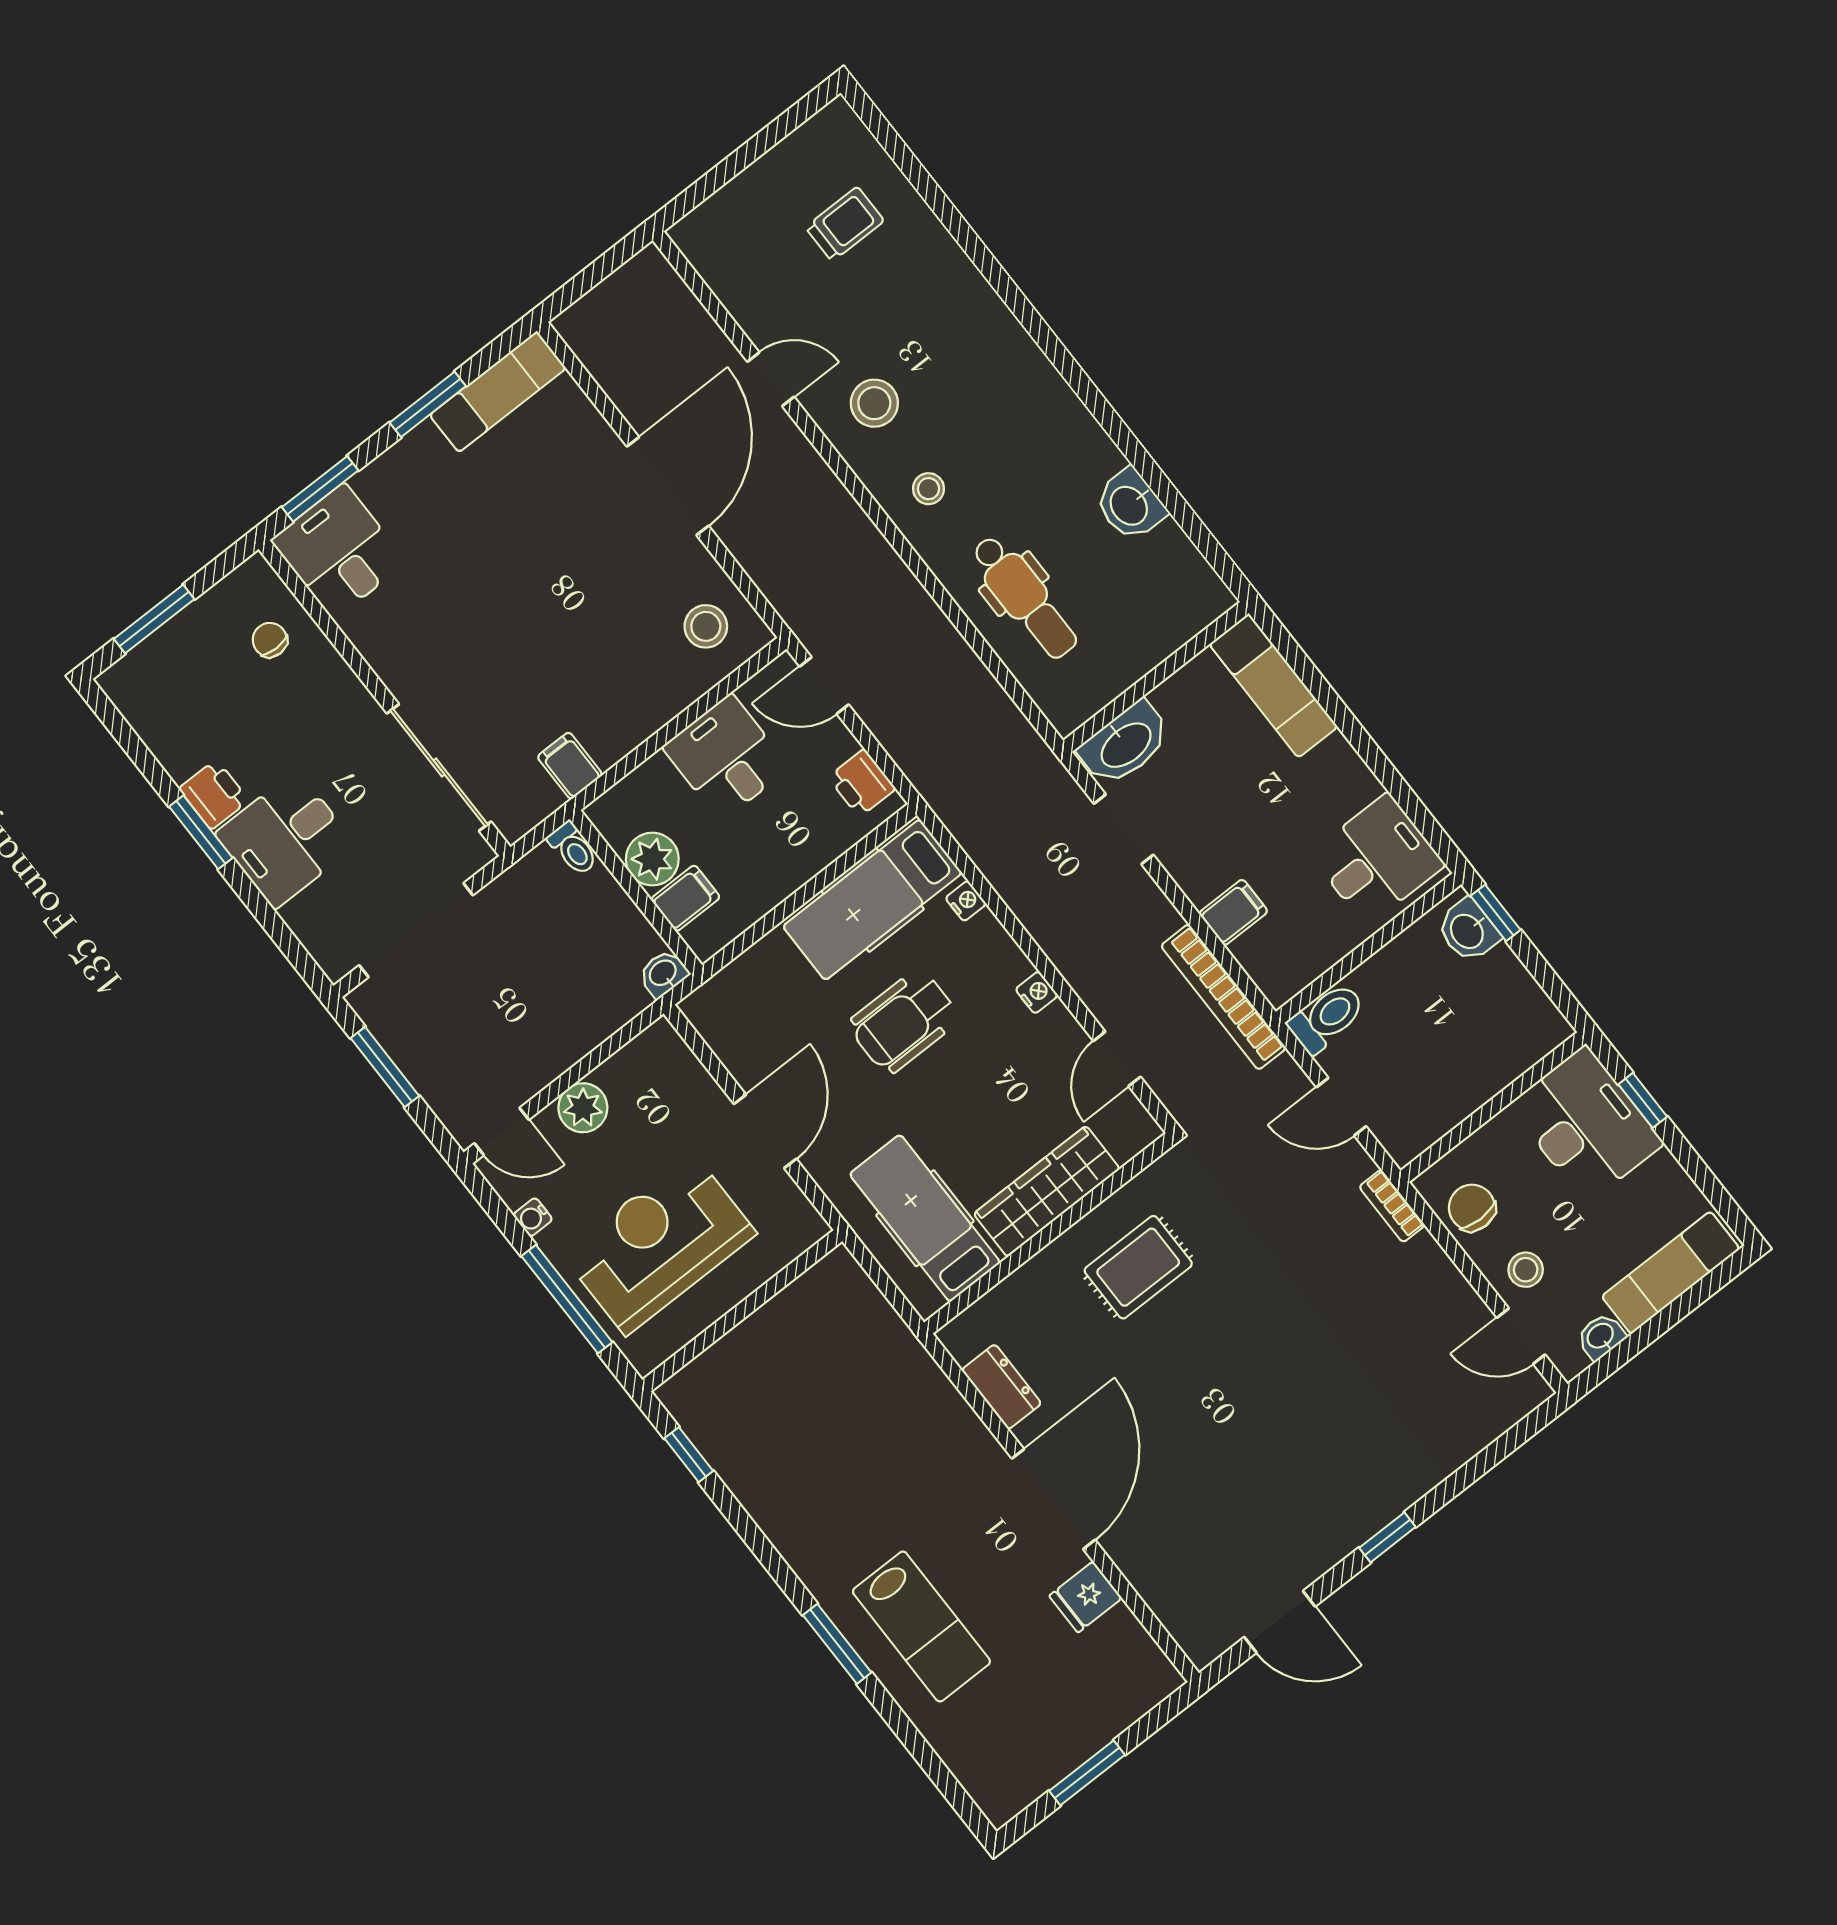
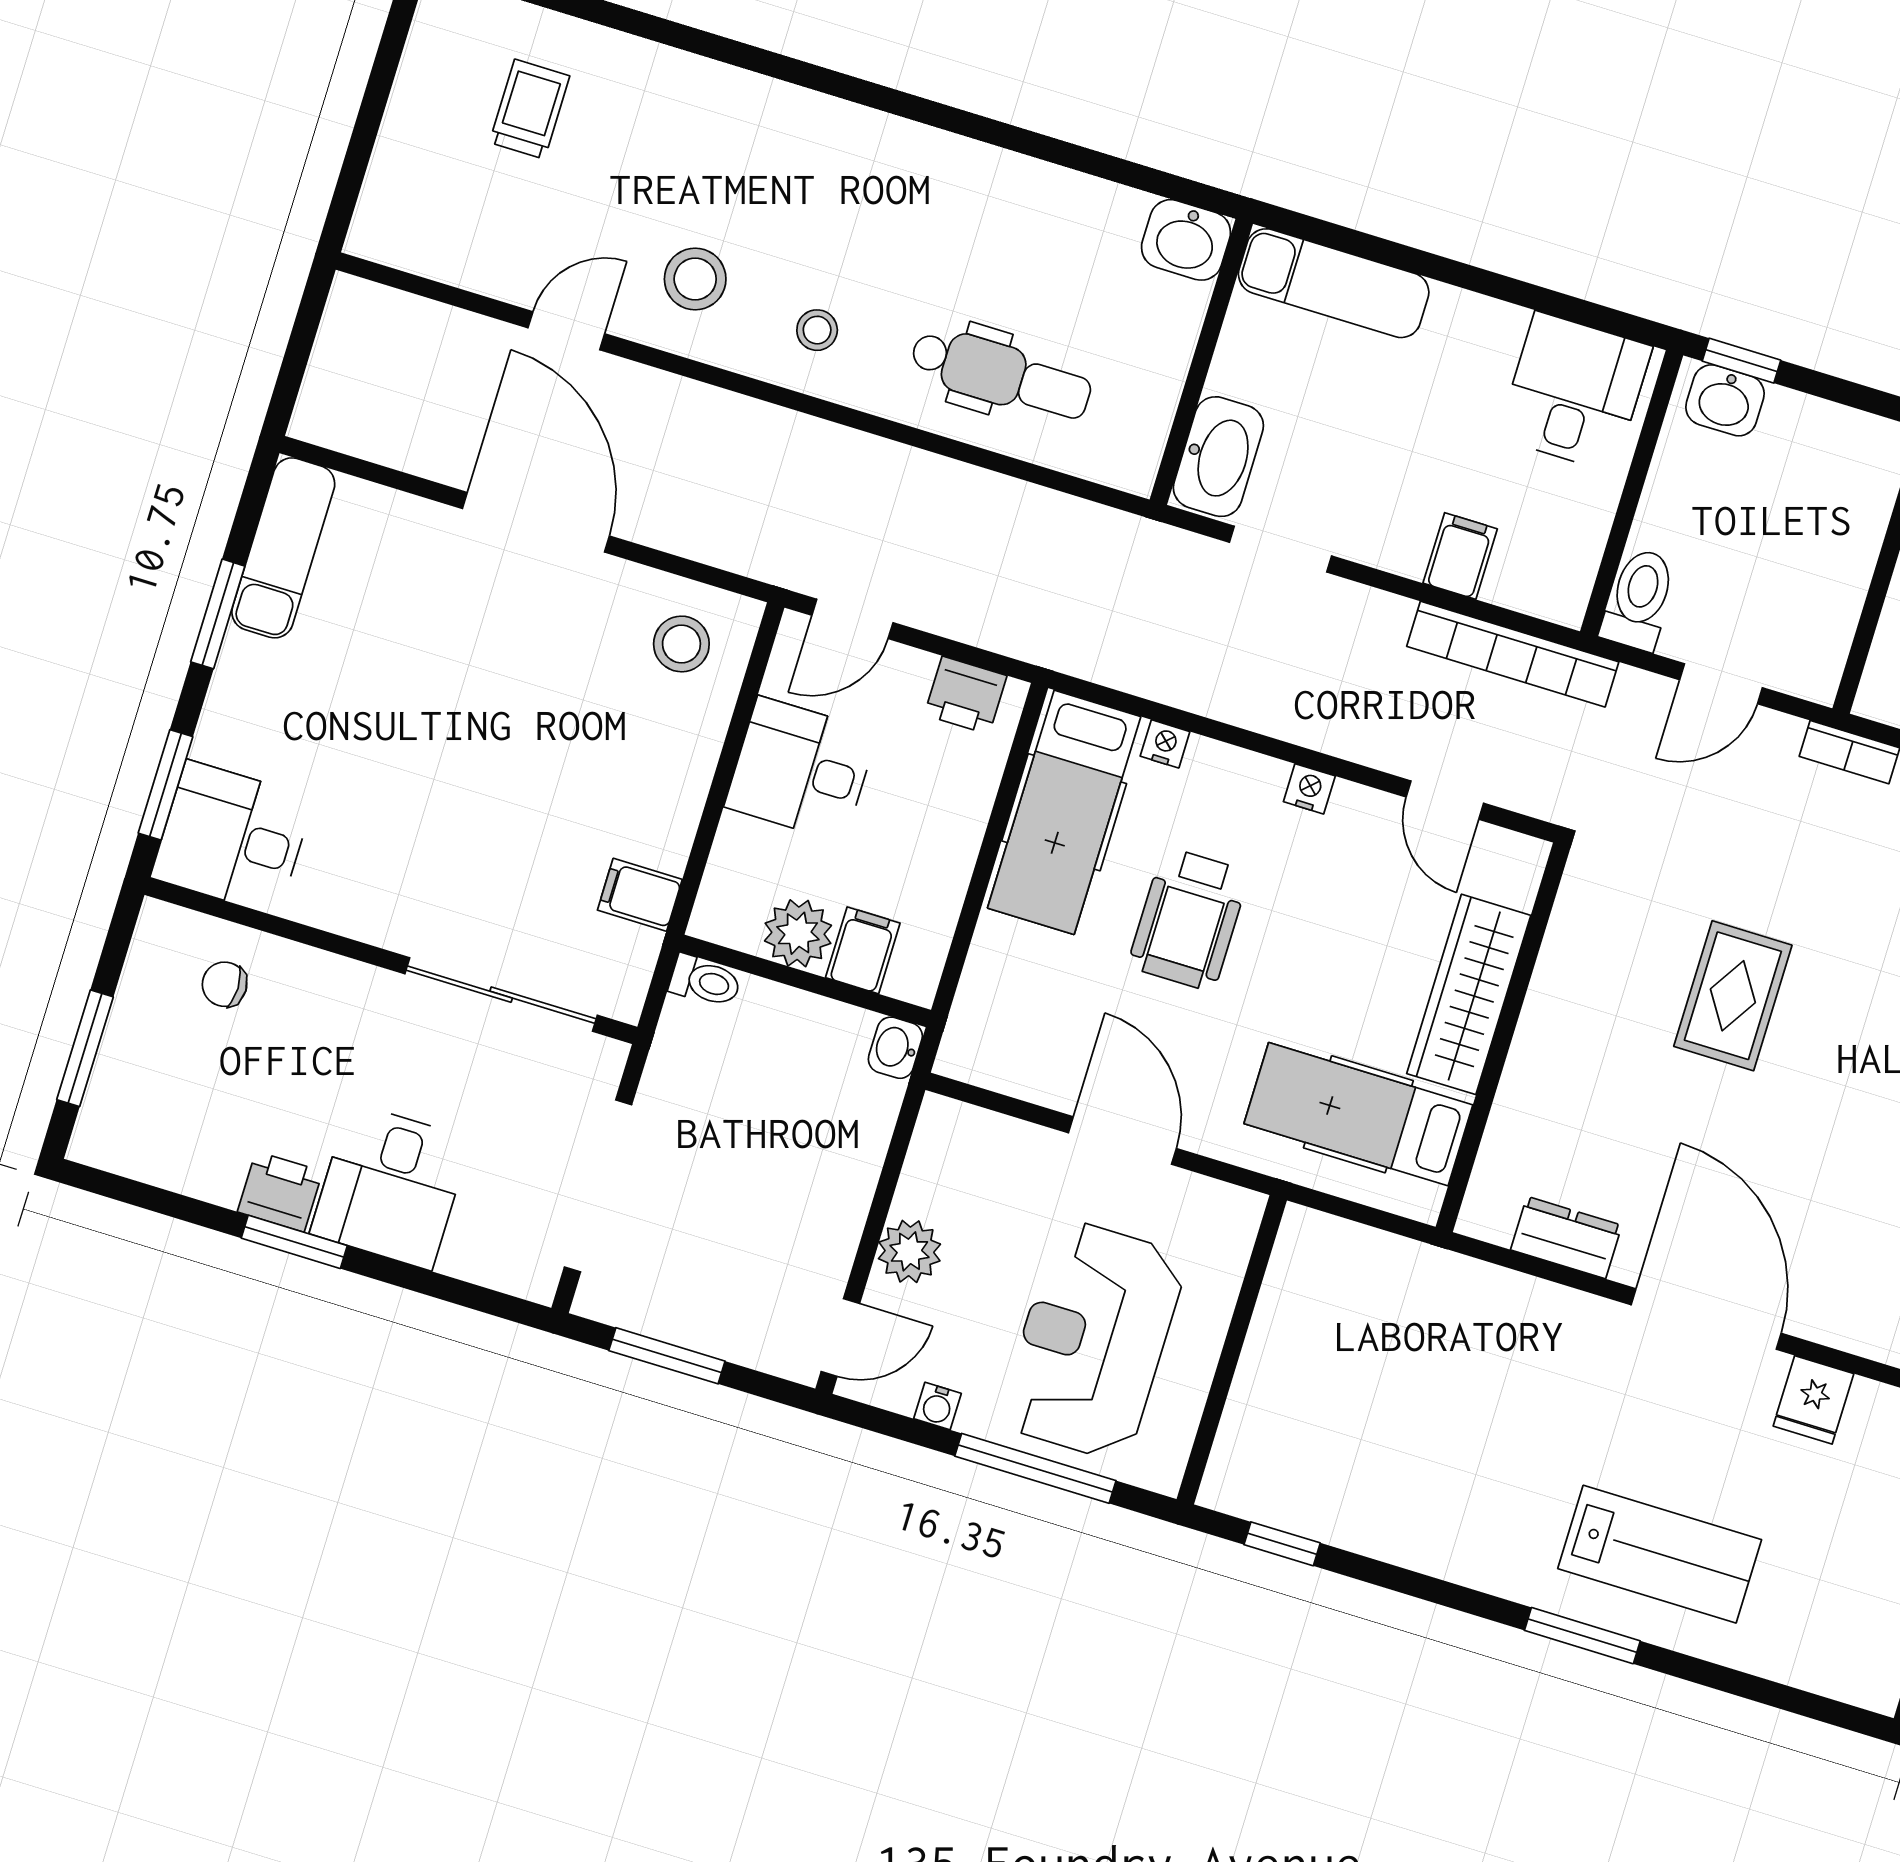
washbasin: (1130, 505) -> (1186, 240), moved
rug: (1138, 1267) -> (1733, 996), moved

